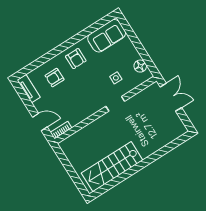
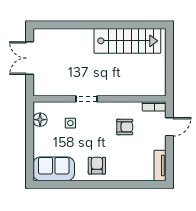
armchair: (55, 78) -> (125, 127), moved
double door: (171, 97) -> (30, 58), moved
door: (40, 122) -> (169, 127), swing flipped

